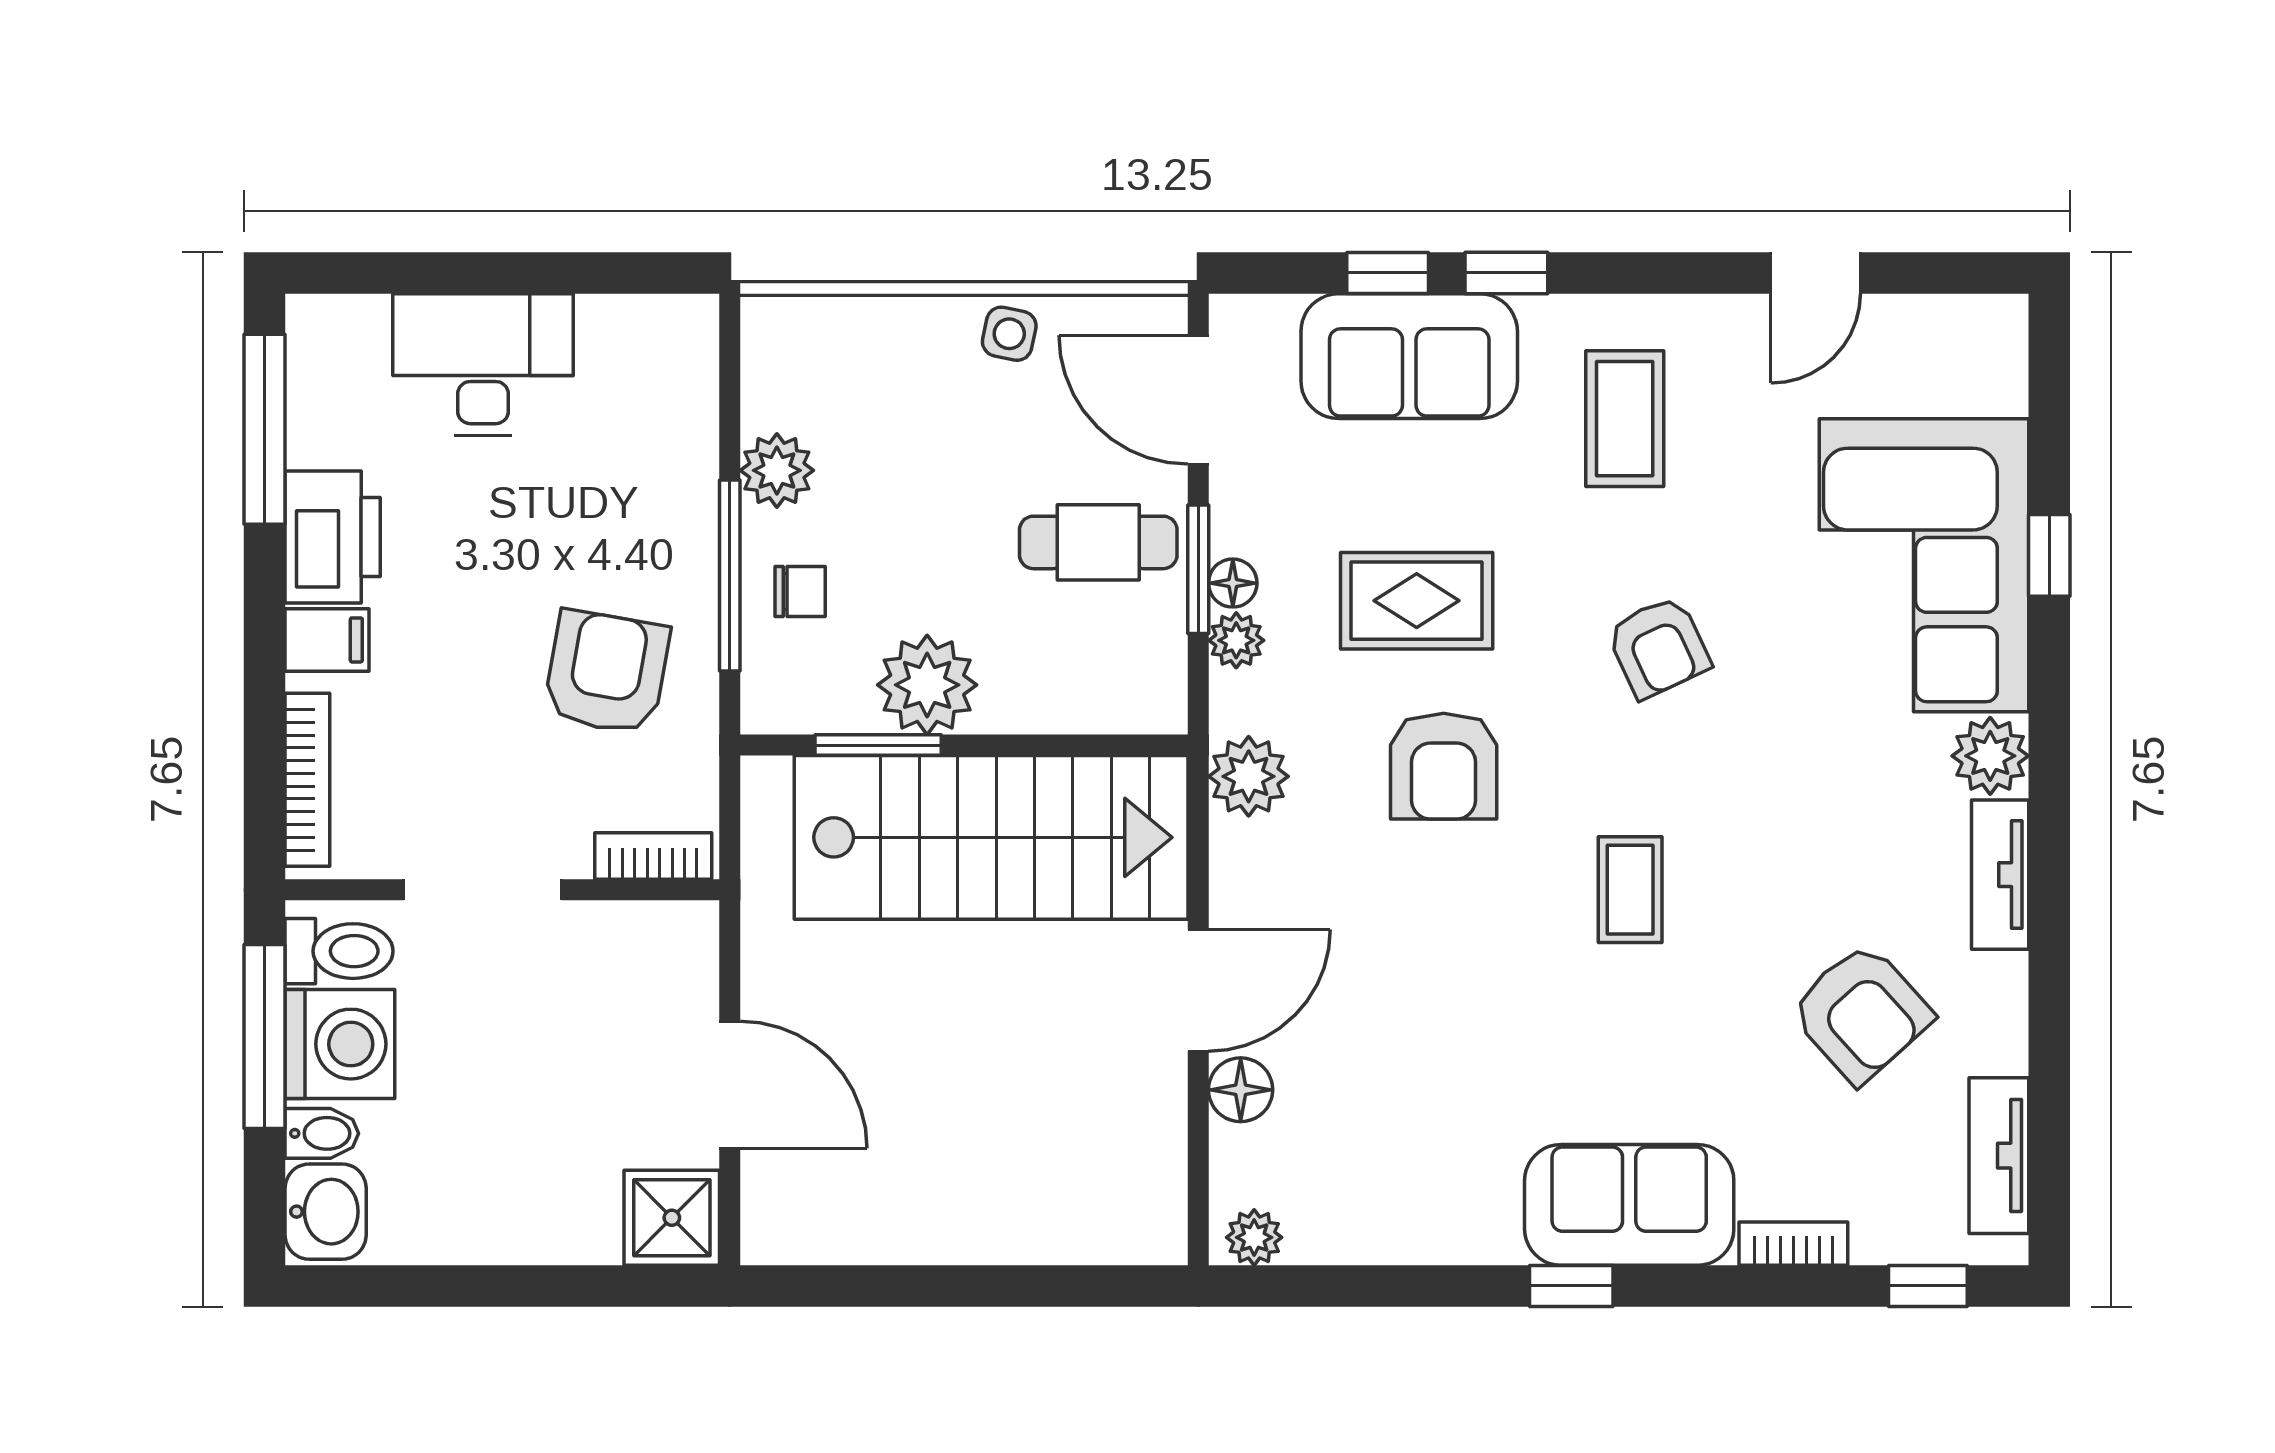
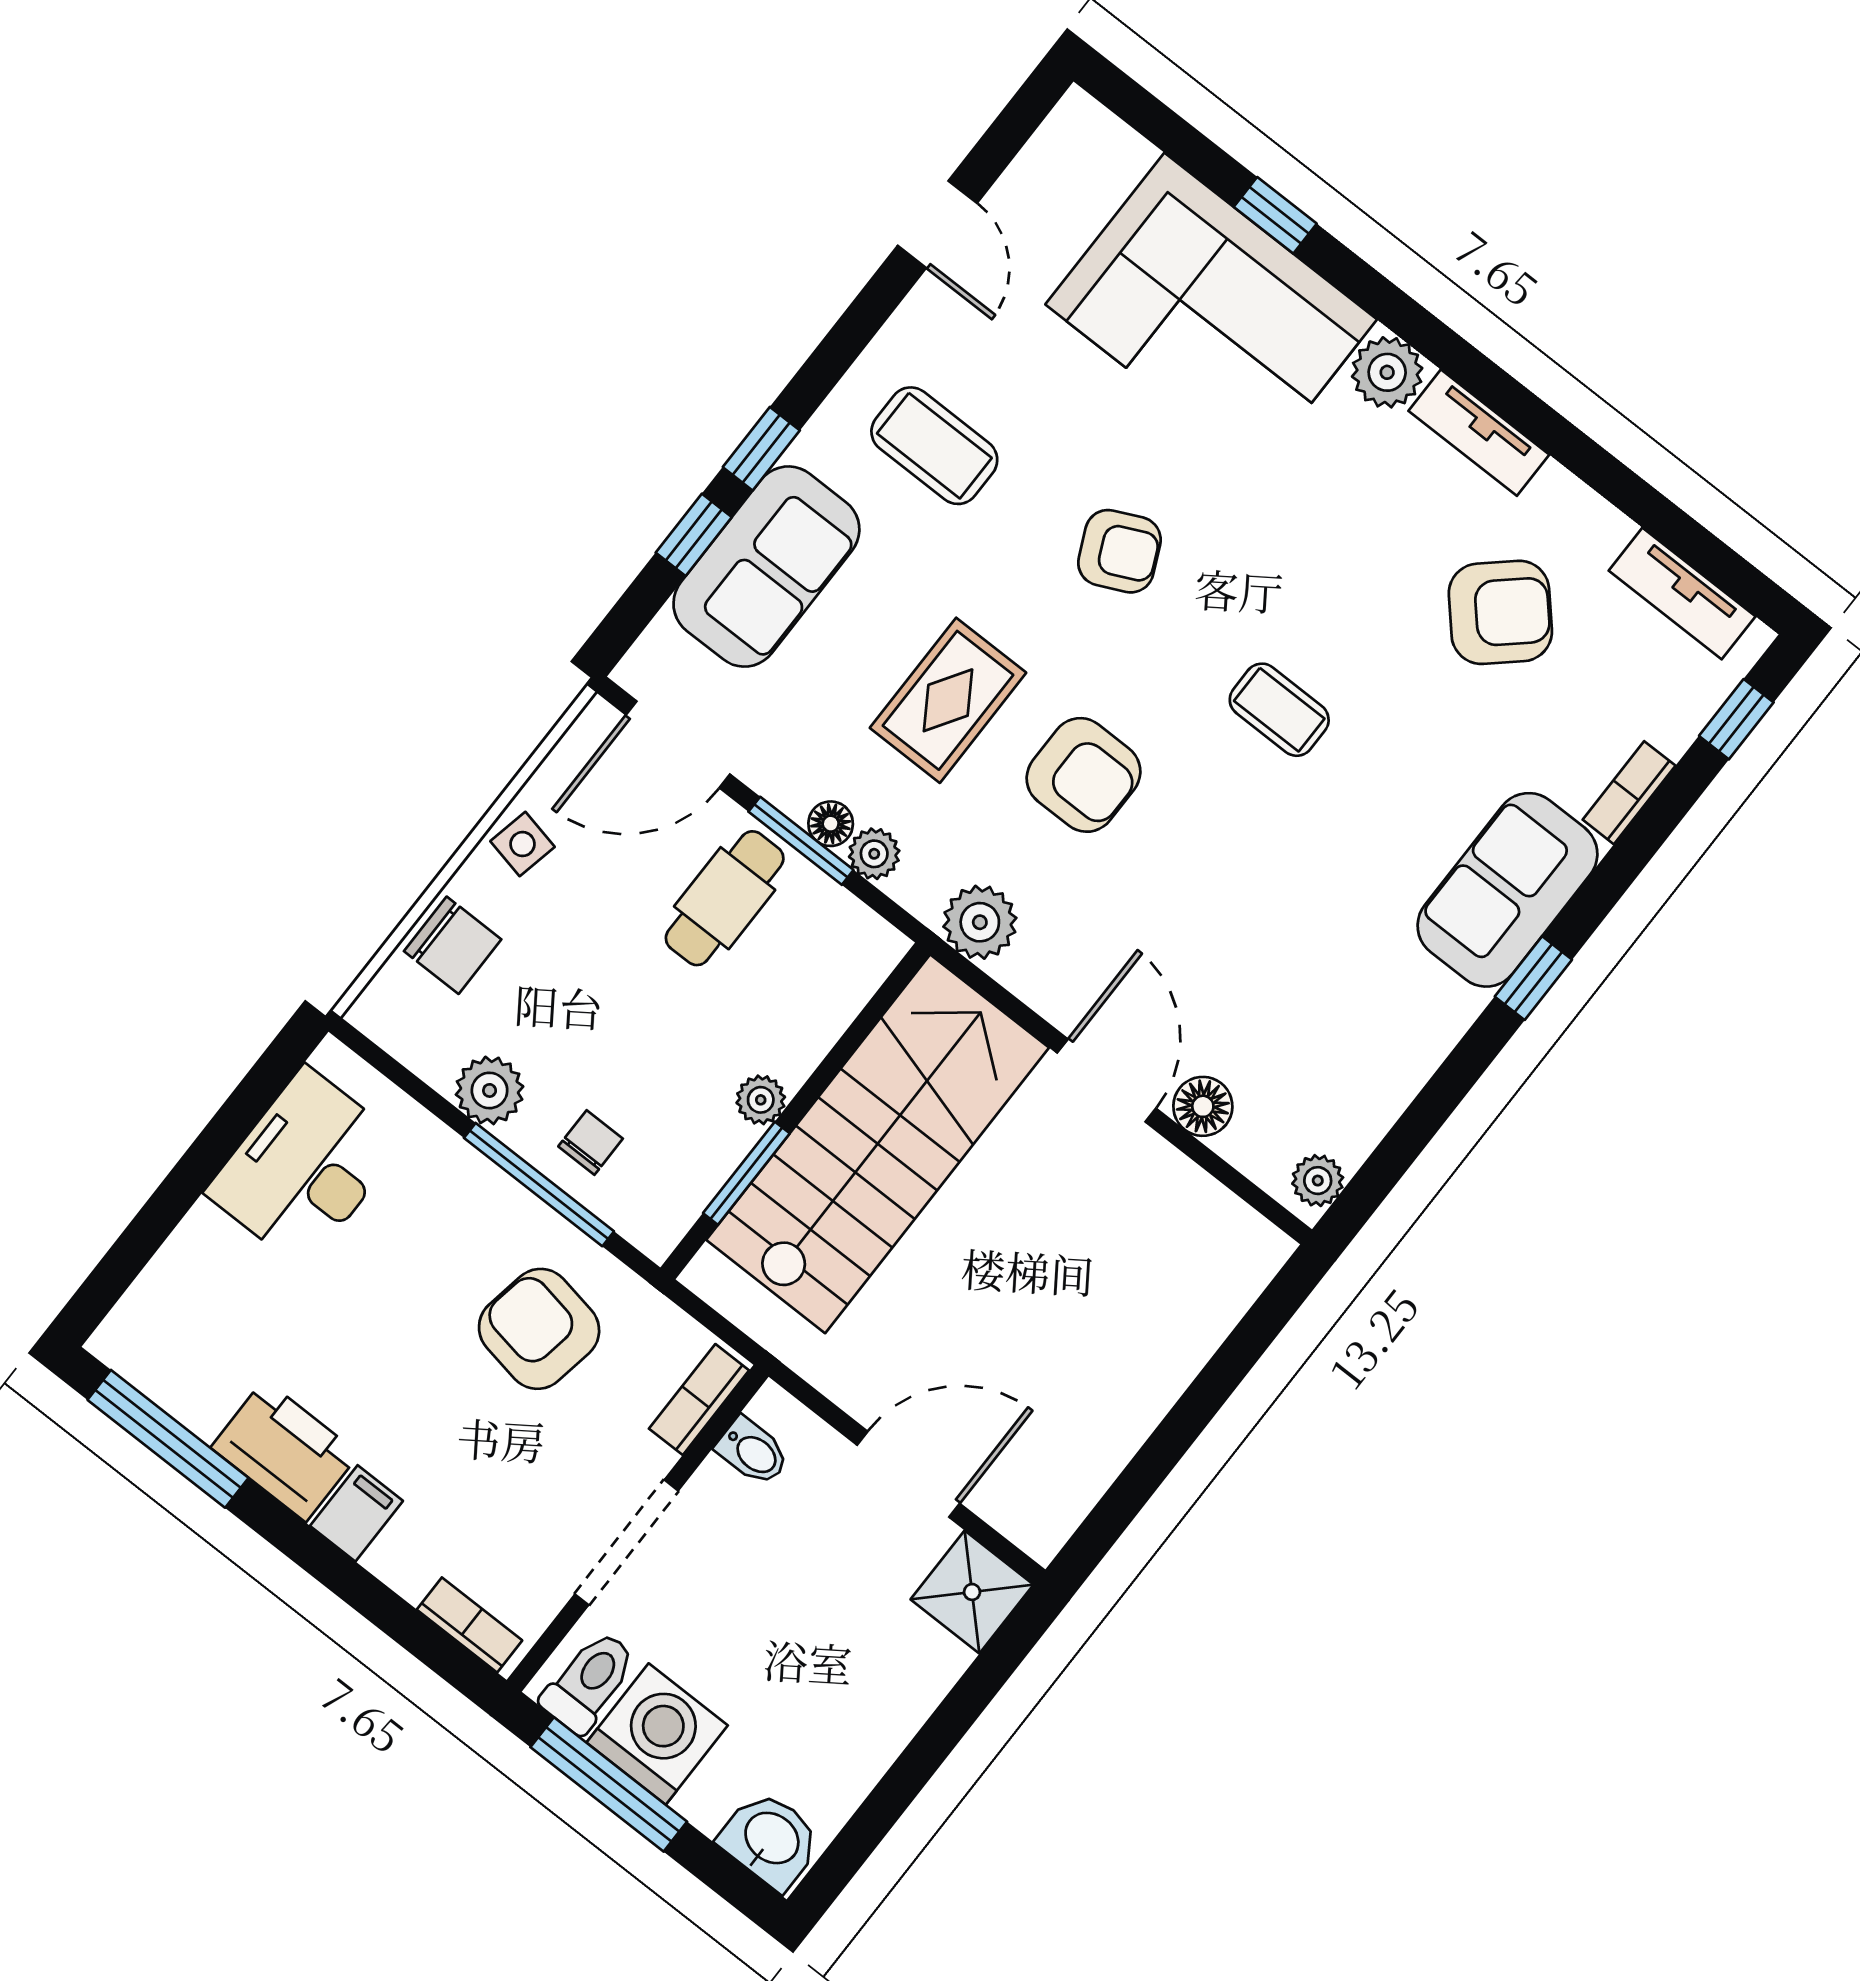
chair: (876, 342) -> (453, 945), added
desk: (483, 364) -> (305, 1168), moved
plant: (927, 685) -> (761, 1100), width x0.53, depth x0.53
bookcase: (307, 780) -> (469, 1625), width x0.64
bidet: (322, 1133) -> (753, 1452), moved, turned 90

